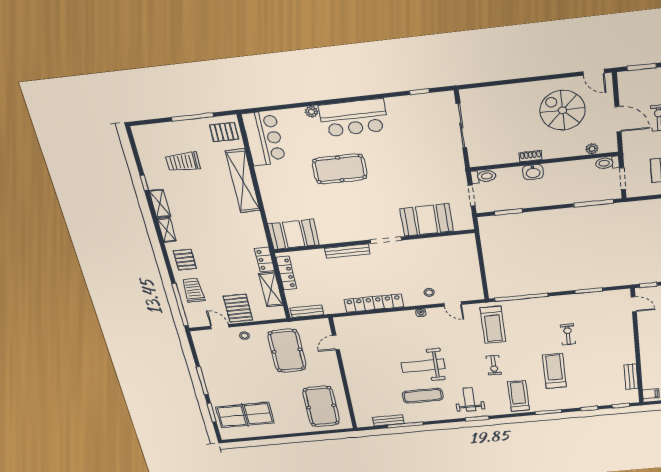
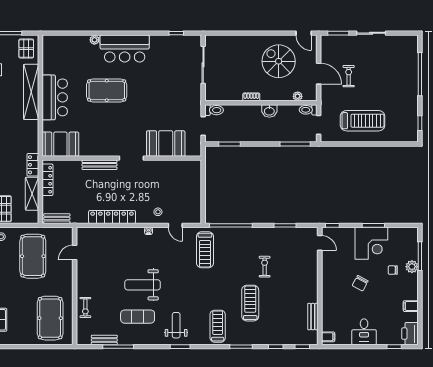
pallet: (224, 132) -> (26, 49), turned 90
bar counter: (264, 138) -> (55, 97), moved
washbasin: (533, 172) -> (269, 111), moved
exercise bike: (494, 365) -> (85, 307), moved

